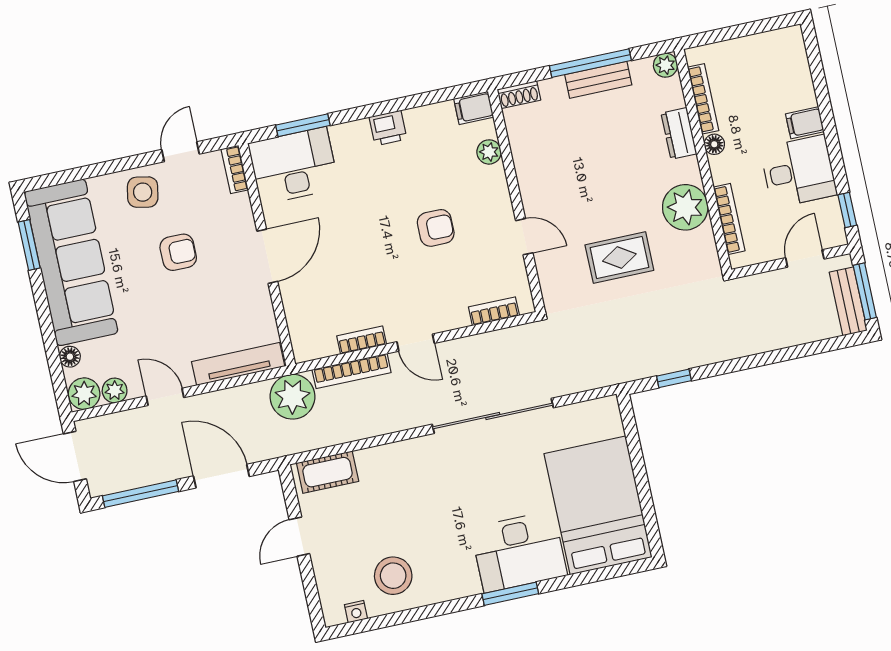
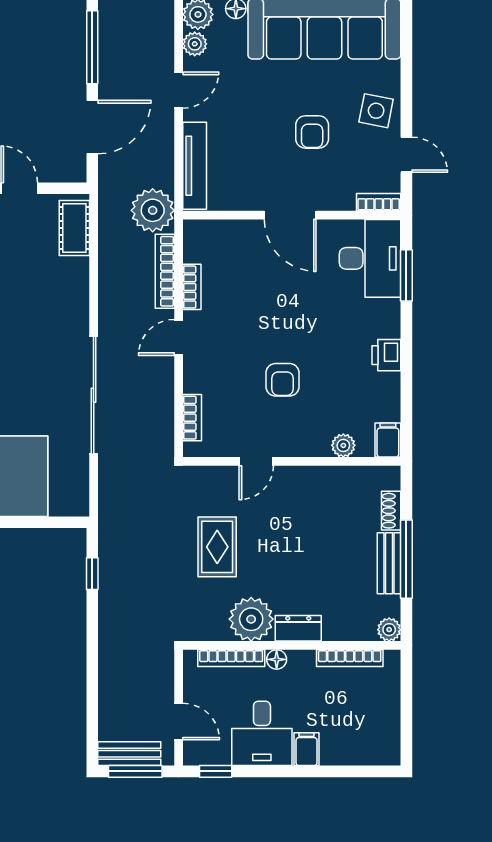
shoe rack: (519, 95) -> (391, 511), moved
dresser: (679, 133) -> (298, 628), moved
floor lamp: (714, 144) -> (277, 659), moved

